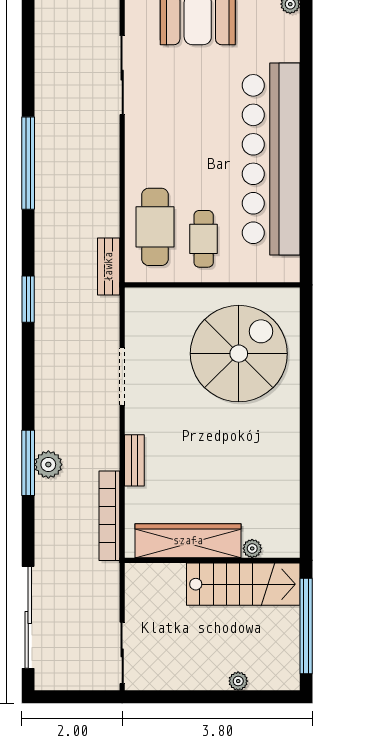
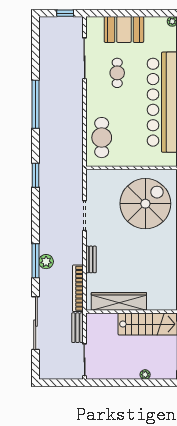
cafe table: (204, 239) -> (117, 73), moved
bench: (109, 267) -> (77, 328), moved
plant: (252, 548) -> (152, 305), removed
sliding door: (28, 617) -> (36, 323), moved

